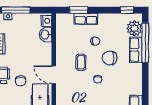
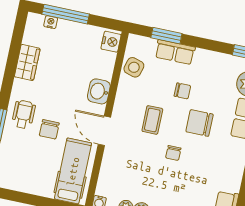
side table: (63, 33) -> (134, 67), added
washbasin: (45, 35) -> (99, 91), moved

